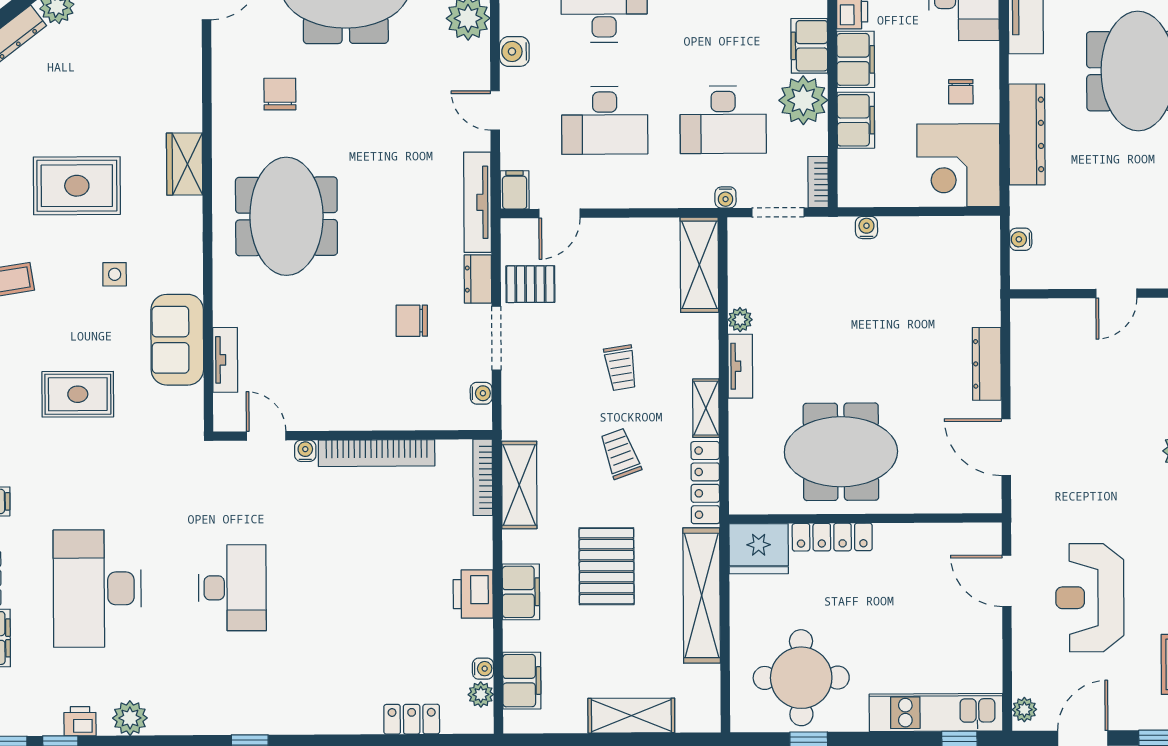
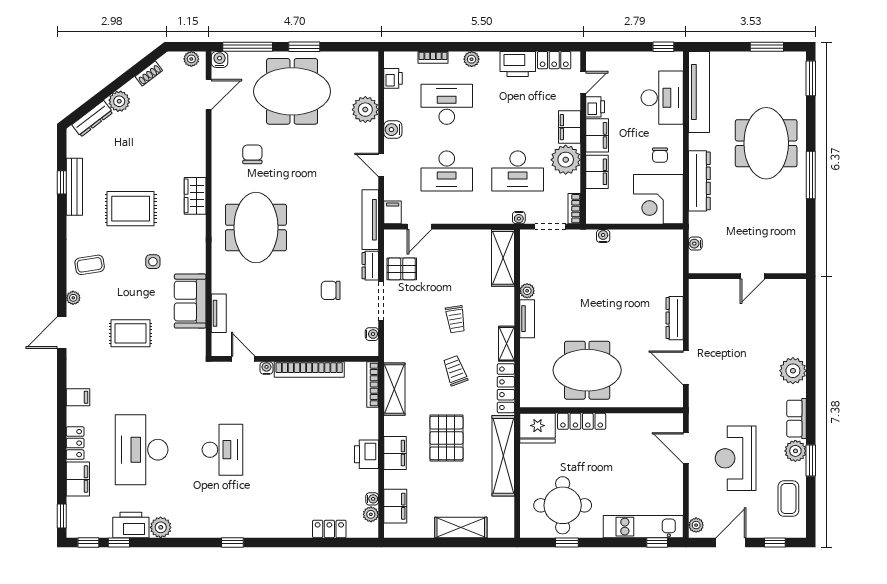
printer: (80, 721) -> (131, 525), width x1.87, depth x1.48

